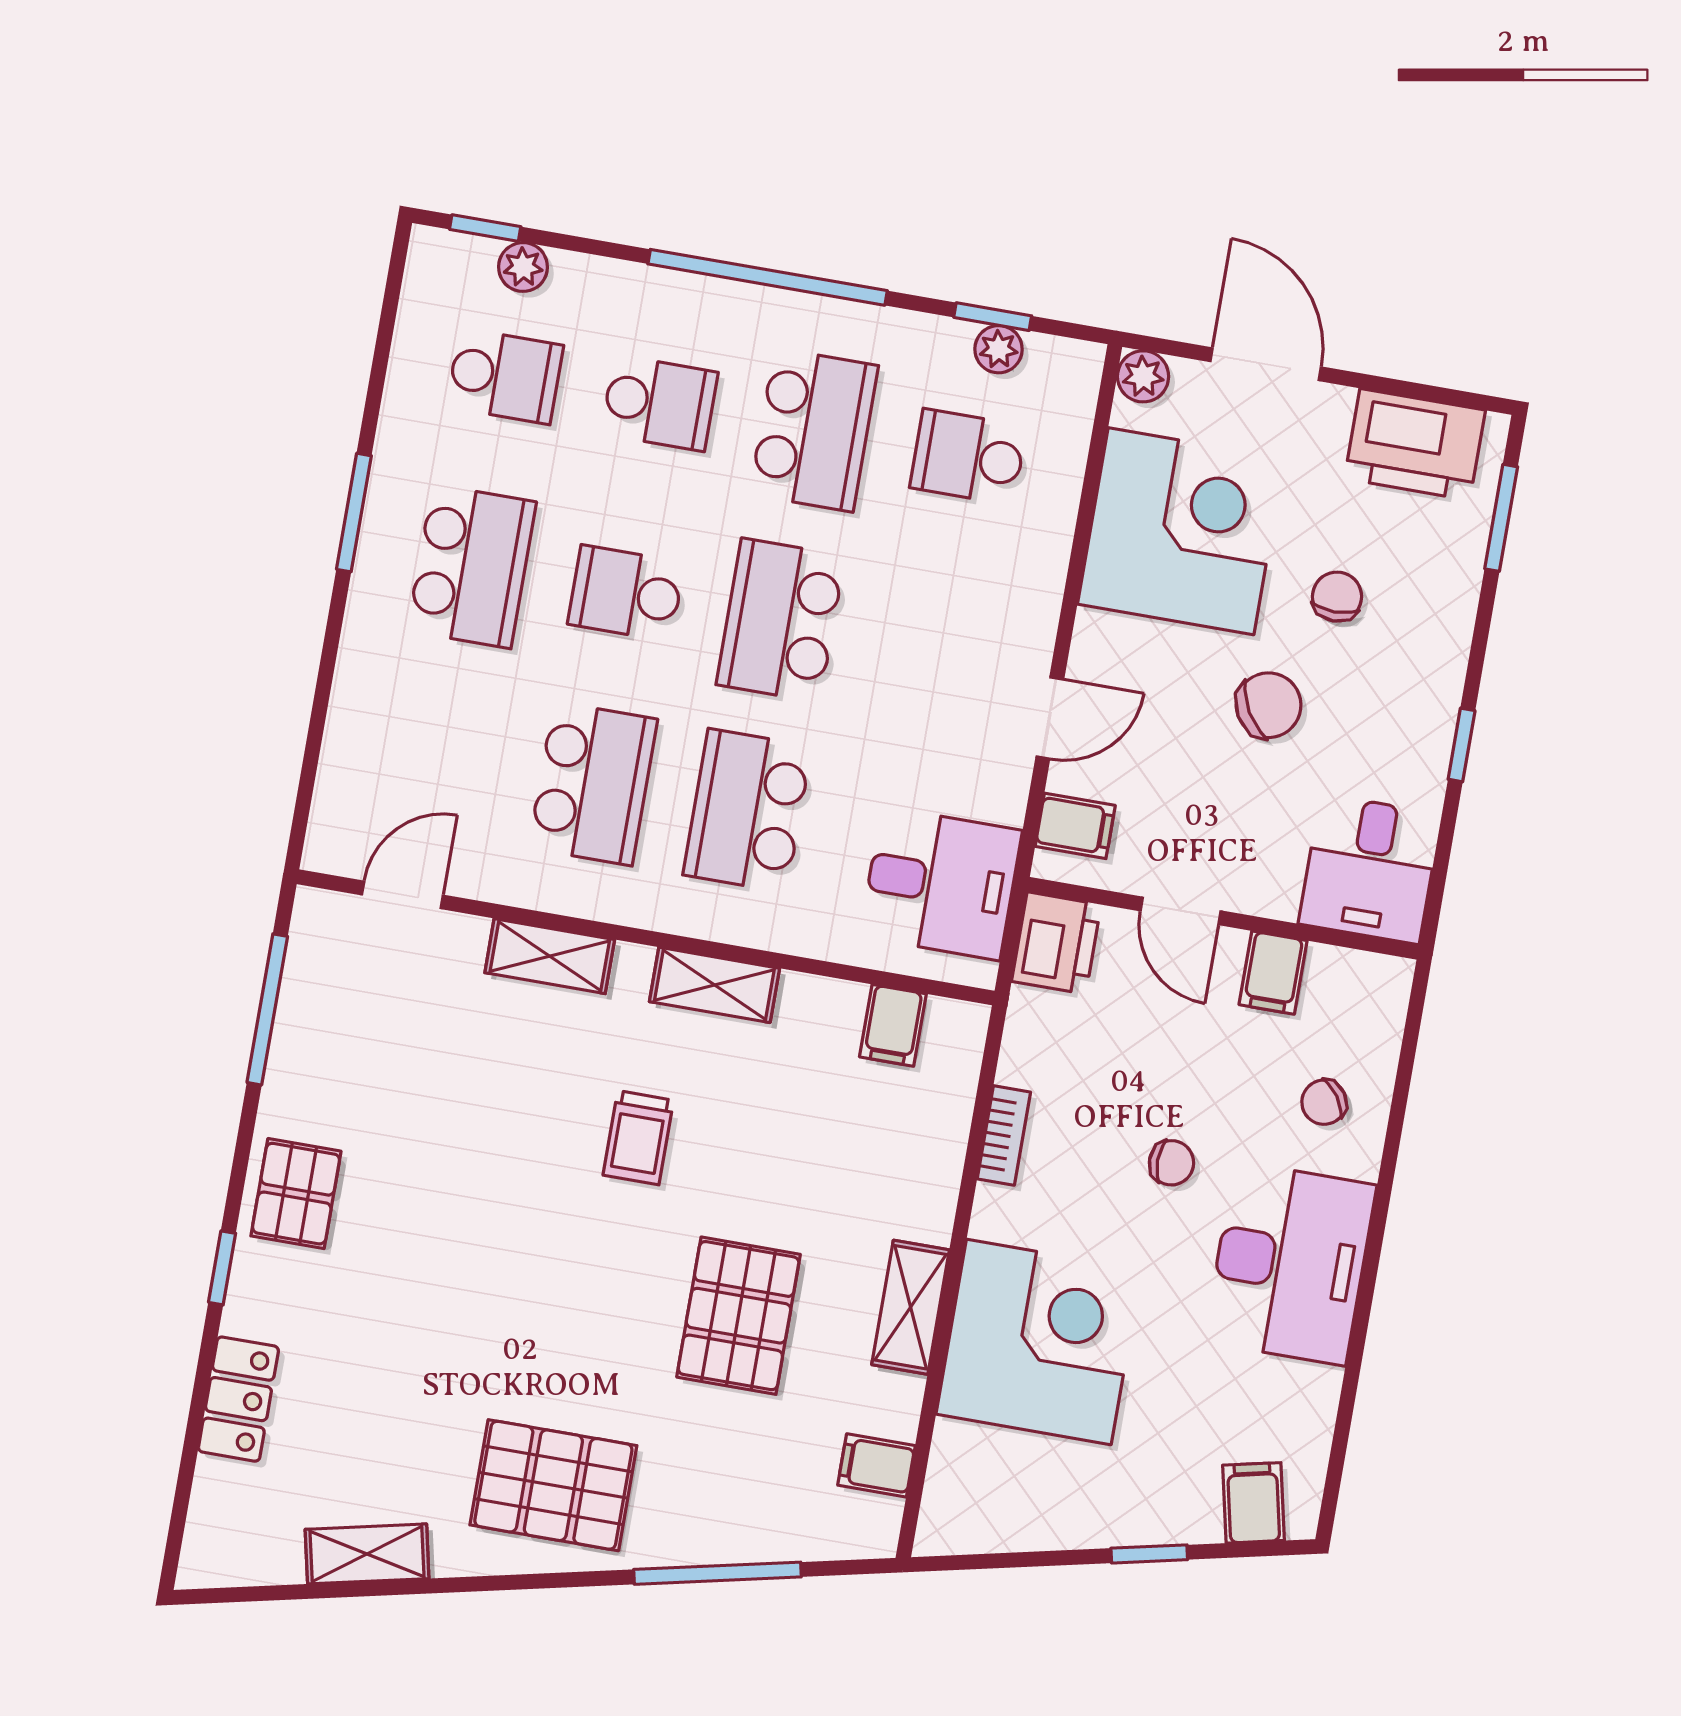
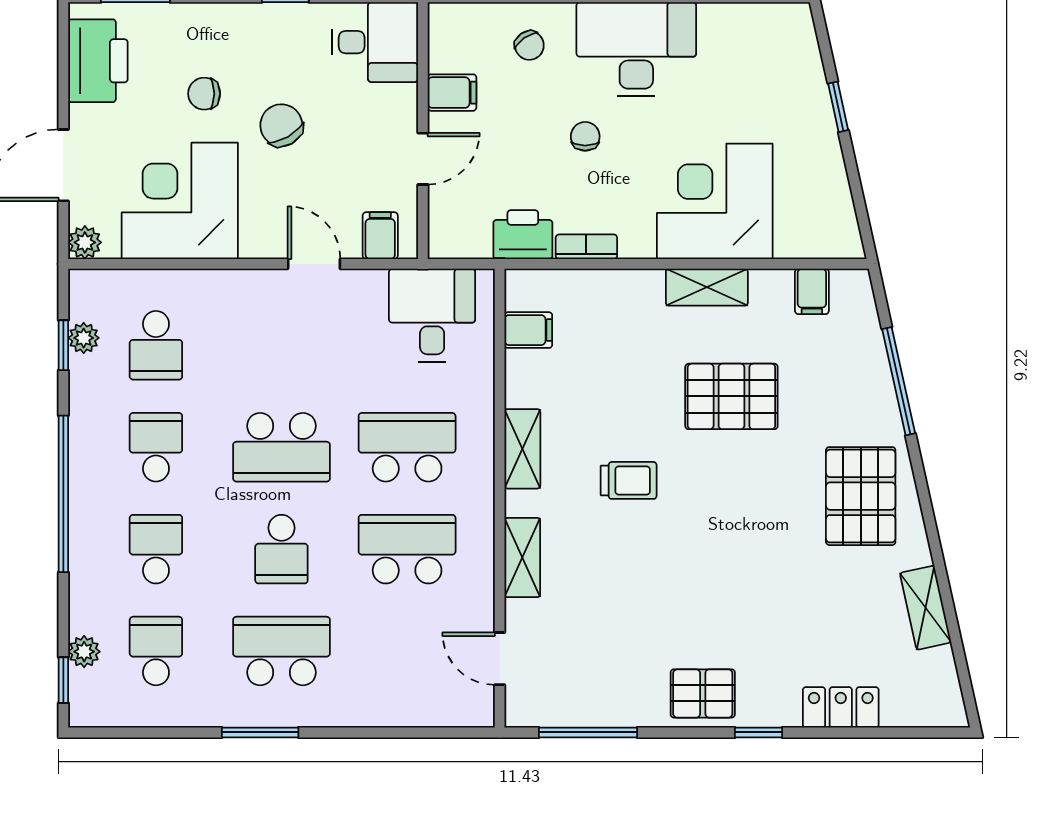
school desk: (814, 430) -> (156, 447), width x0.54
school desk: (747, 811) -> (407, 447), turned 180
printer: (1056, 943) -> (523, 235), moved
filing cabinet: (1253, 1503) -> (794, 46), removed

